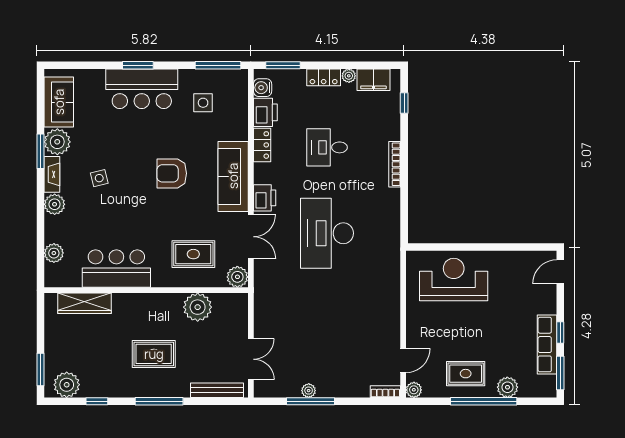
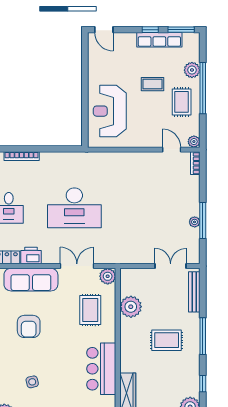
printer: (265, 198) -> (31, 256), moved
coffee table: (489, 336) -> (153, 84), added
rug: (154, 354) -> (167, 340), turned 90

